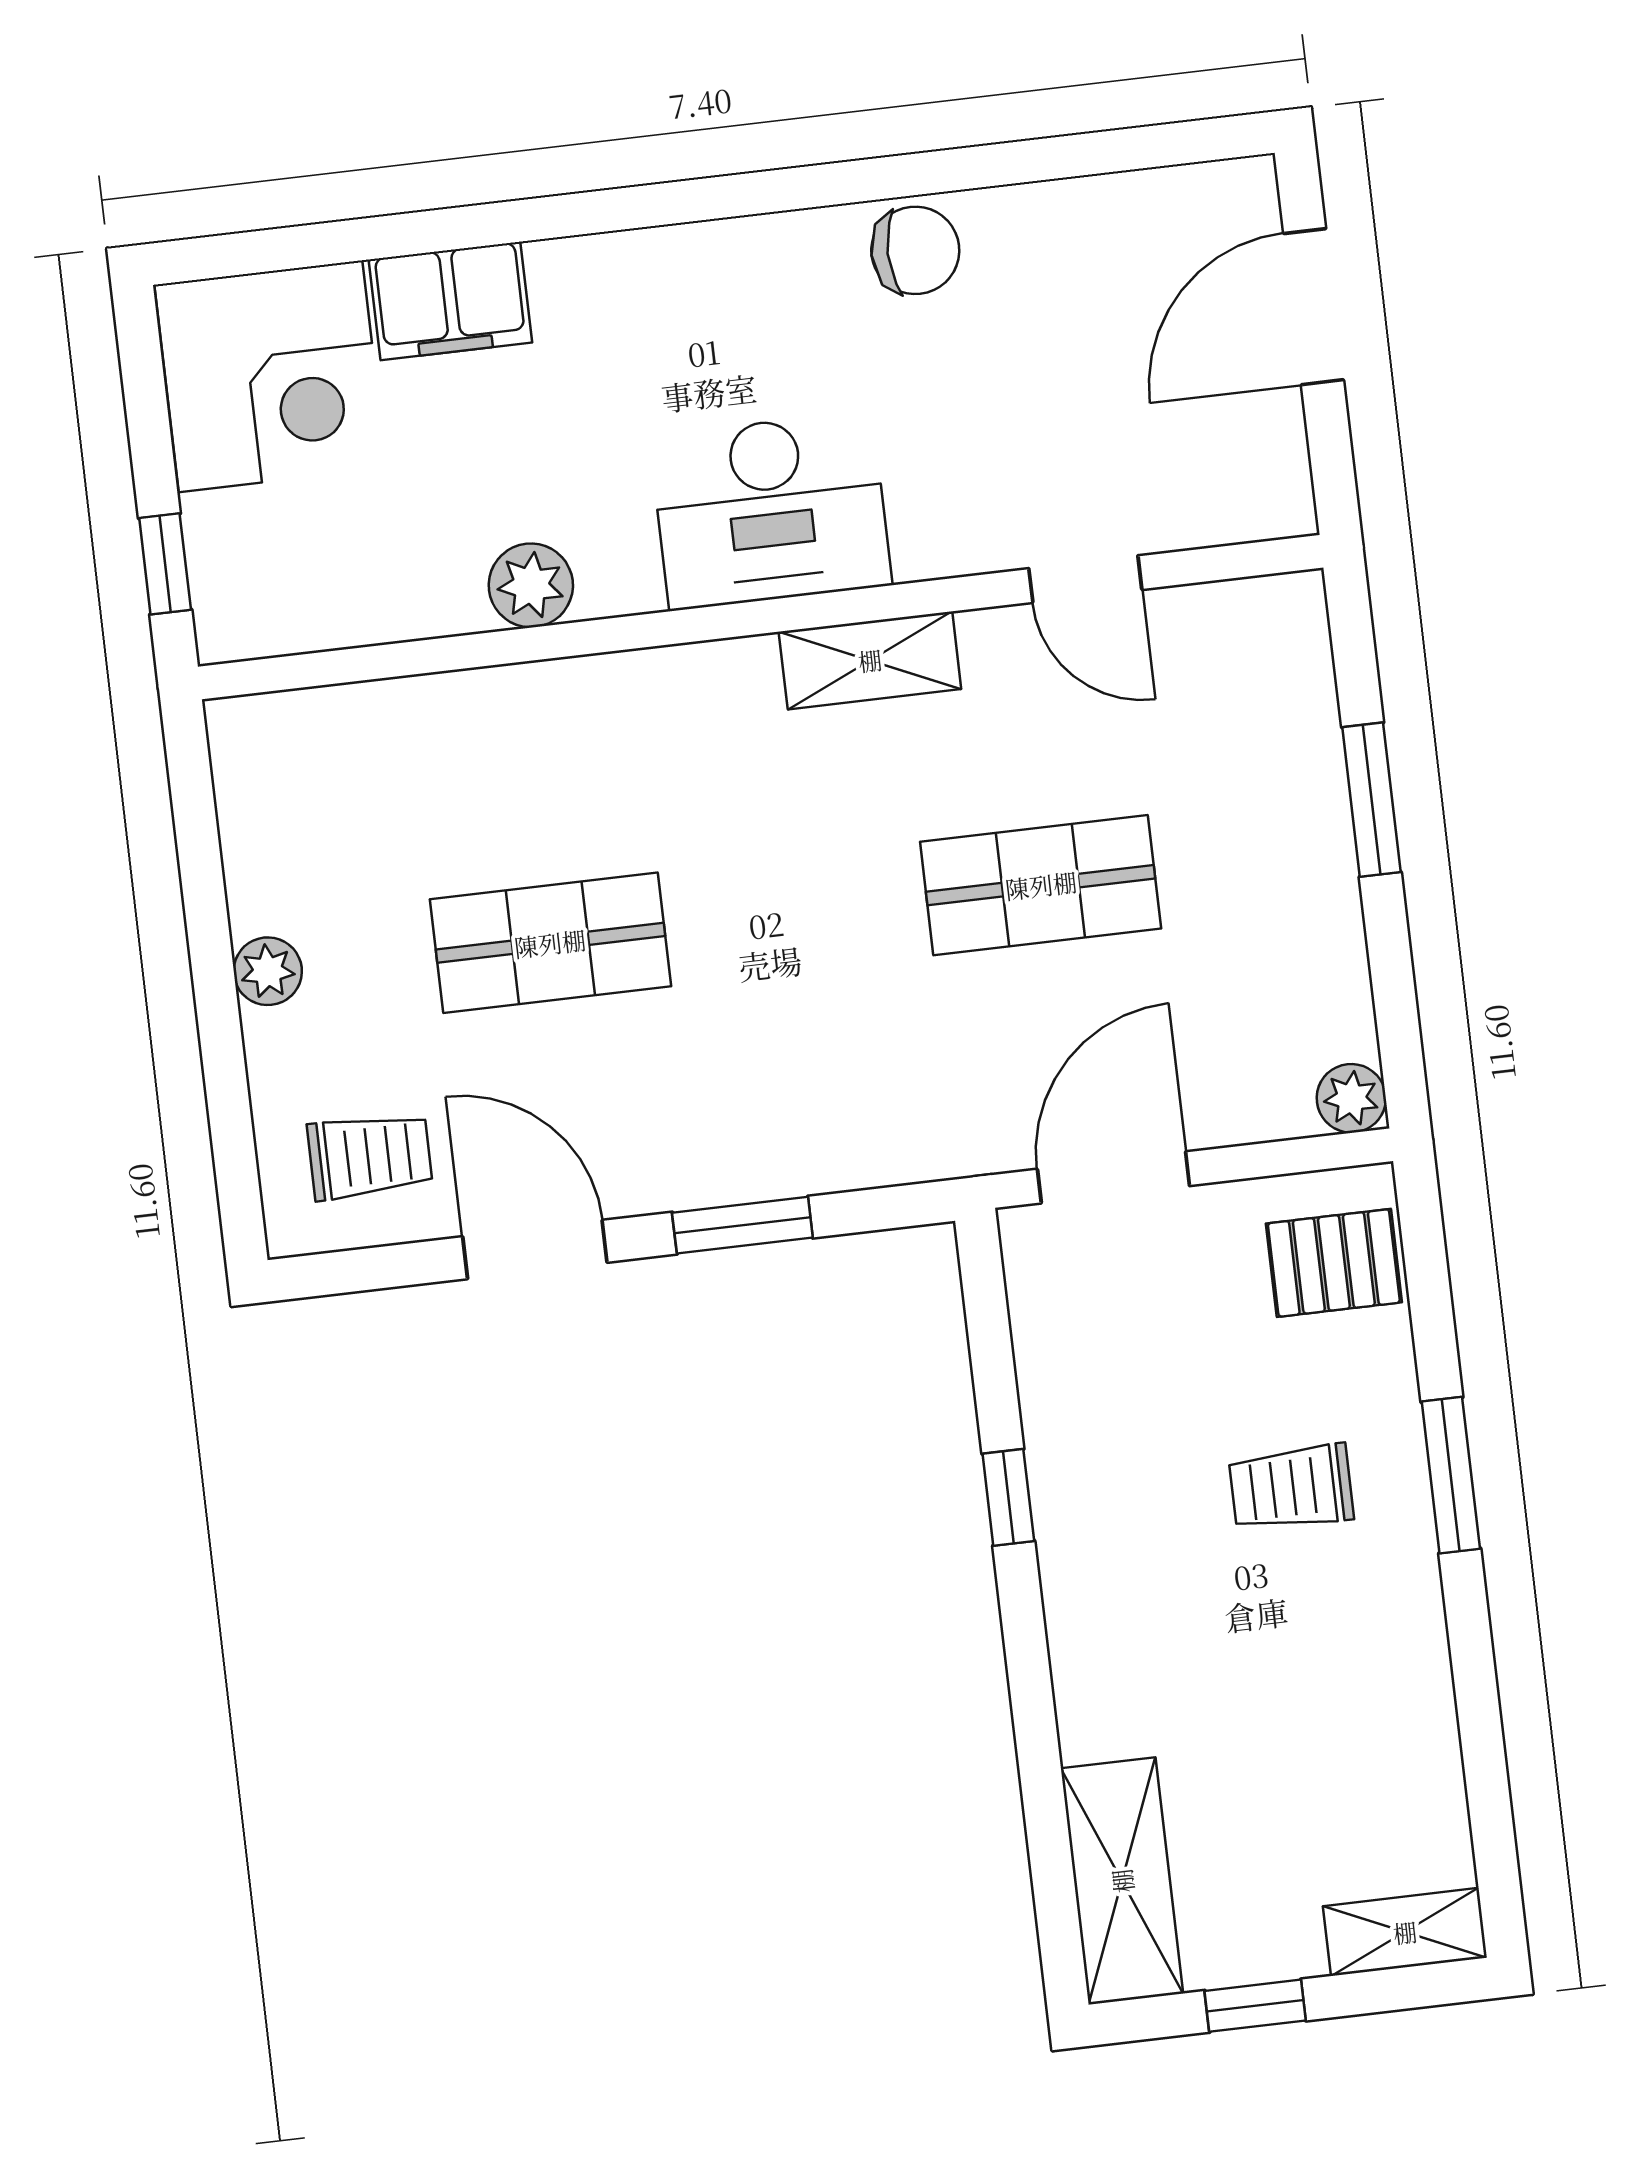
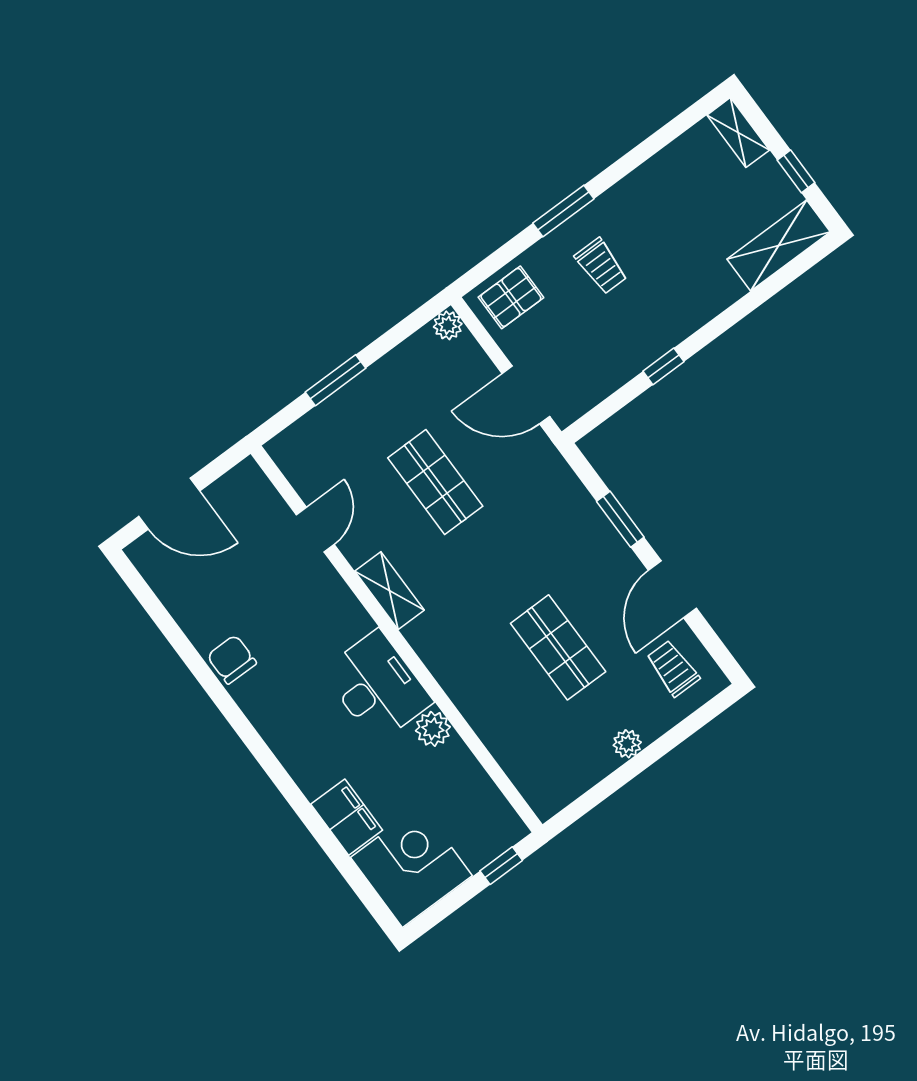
desk: (771, 511) -> (377, 686), moved
pallet: (1334, 1263) -> (511, 297), turned 90

